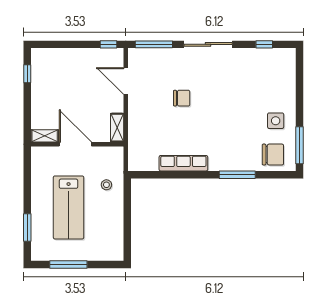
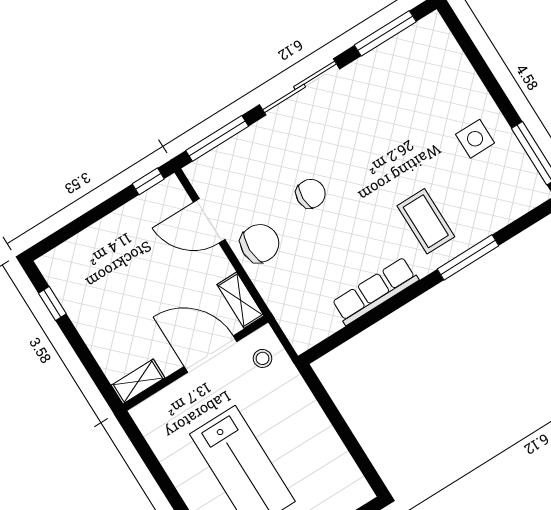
window: (264, 44) -> (385, 33), width x2.17
door: (75, 144) -> (210, 354), moved
coffee table: (228, 145) -> (426, 221), added
chair: (273, 155) -> (260, 243), moved
stool: (106, 185) -> (263, 358), moved

